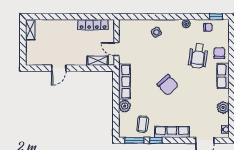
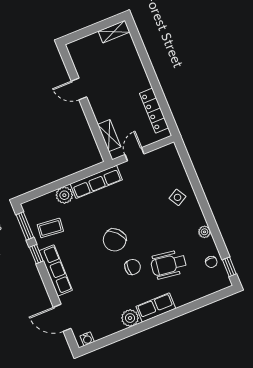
chair: (219, 53) -> (133, 267), moved
plant: (223, 107) -> (130, 318), moved

